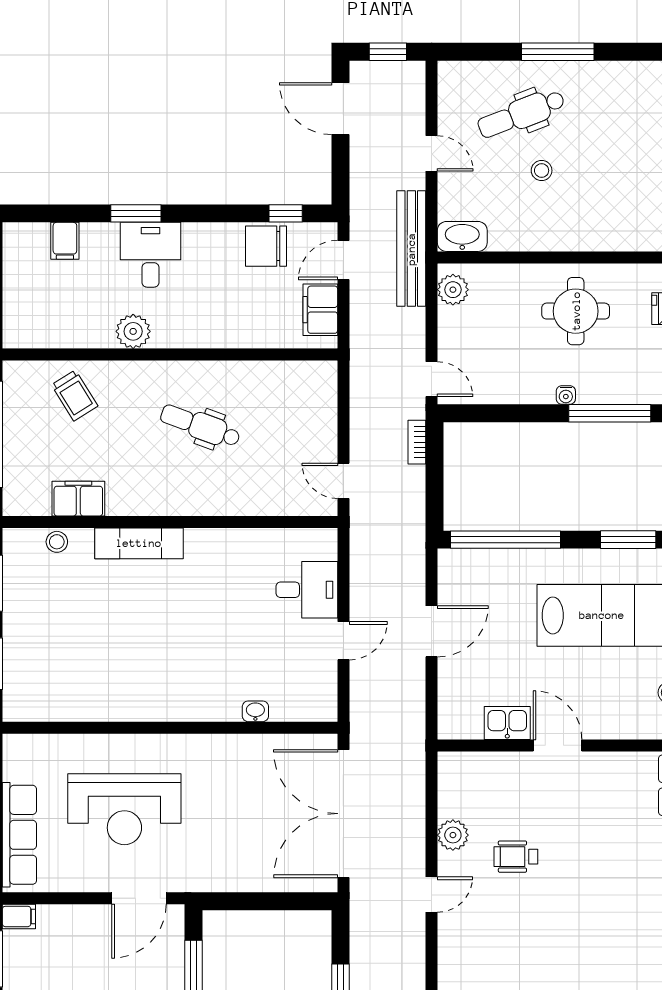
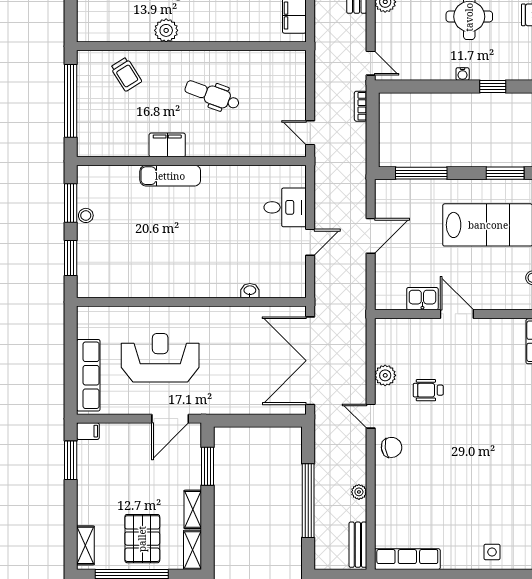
window: (610, 413) -> (493, 86), width x0.46
filing cabinet: (78, 499) -> (167, 145), moved
window: (506, 540) -> (421, 173), width x0.68
stool: (57, 542) -> (86, 215), moved
reception desk: (124, 809) -> (160, 358), turned 180
door: (432, 894) -> (371, 416), swing flipped
chair: (462, 940) -> (392, 447), added

